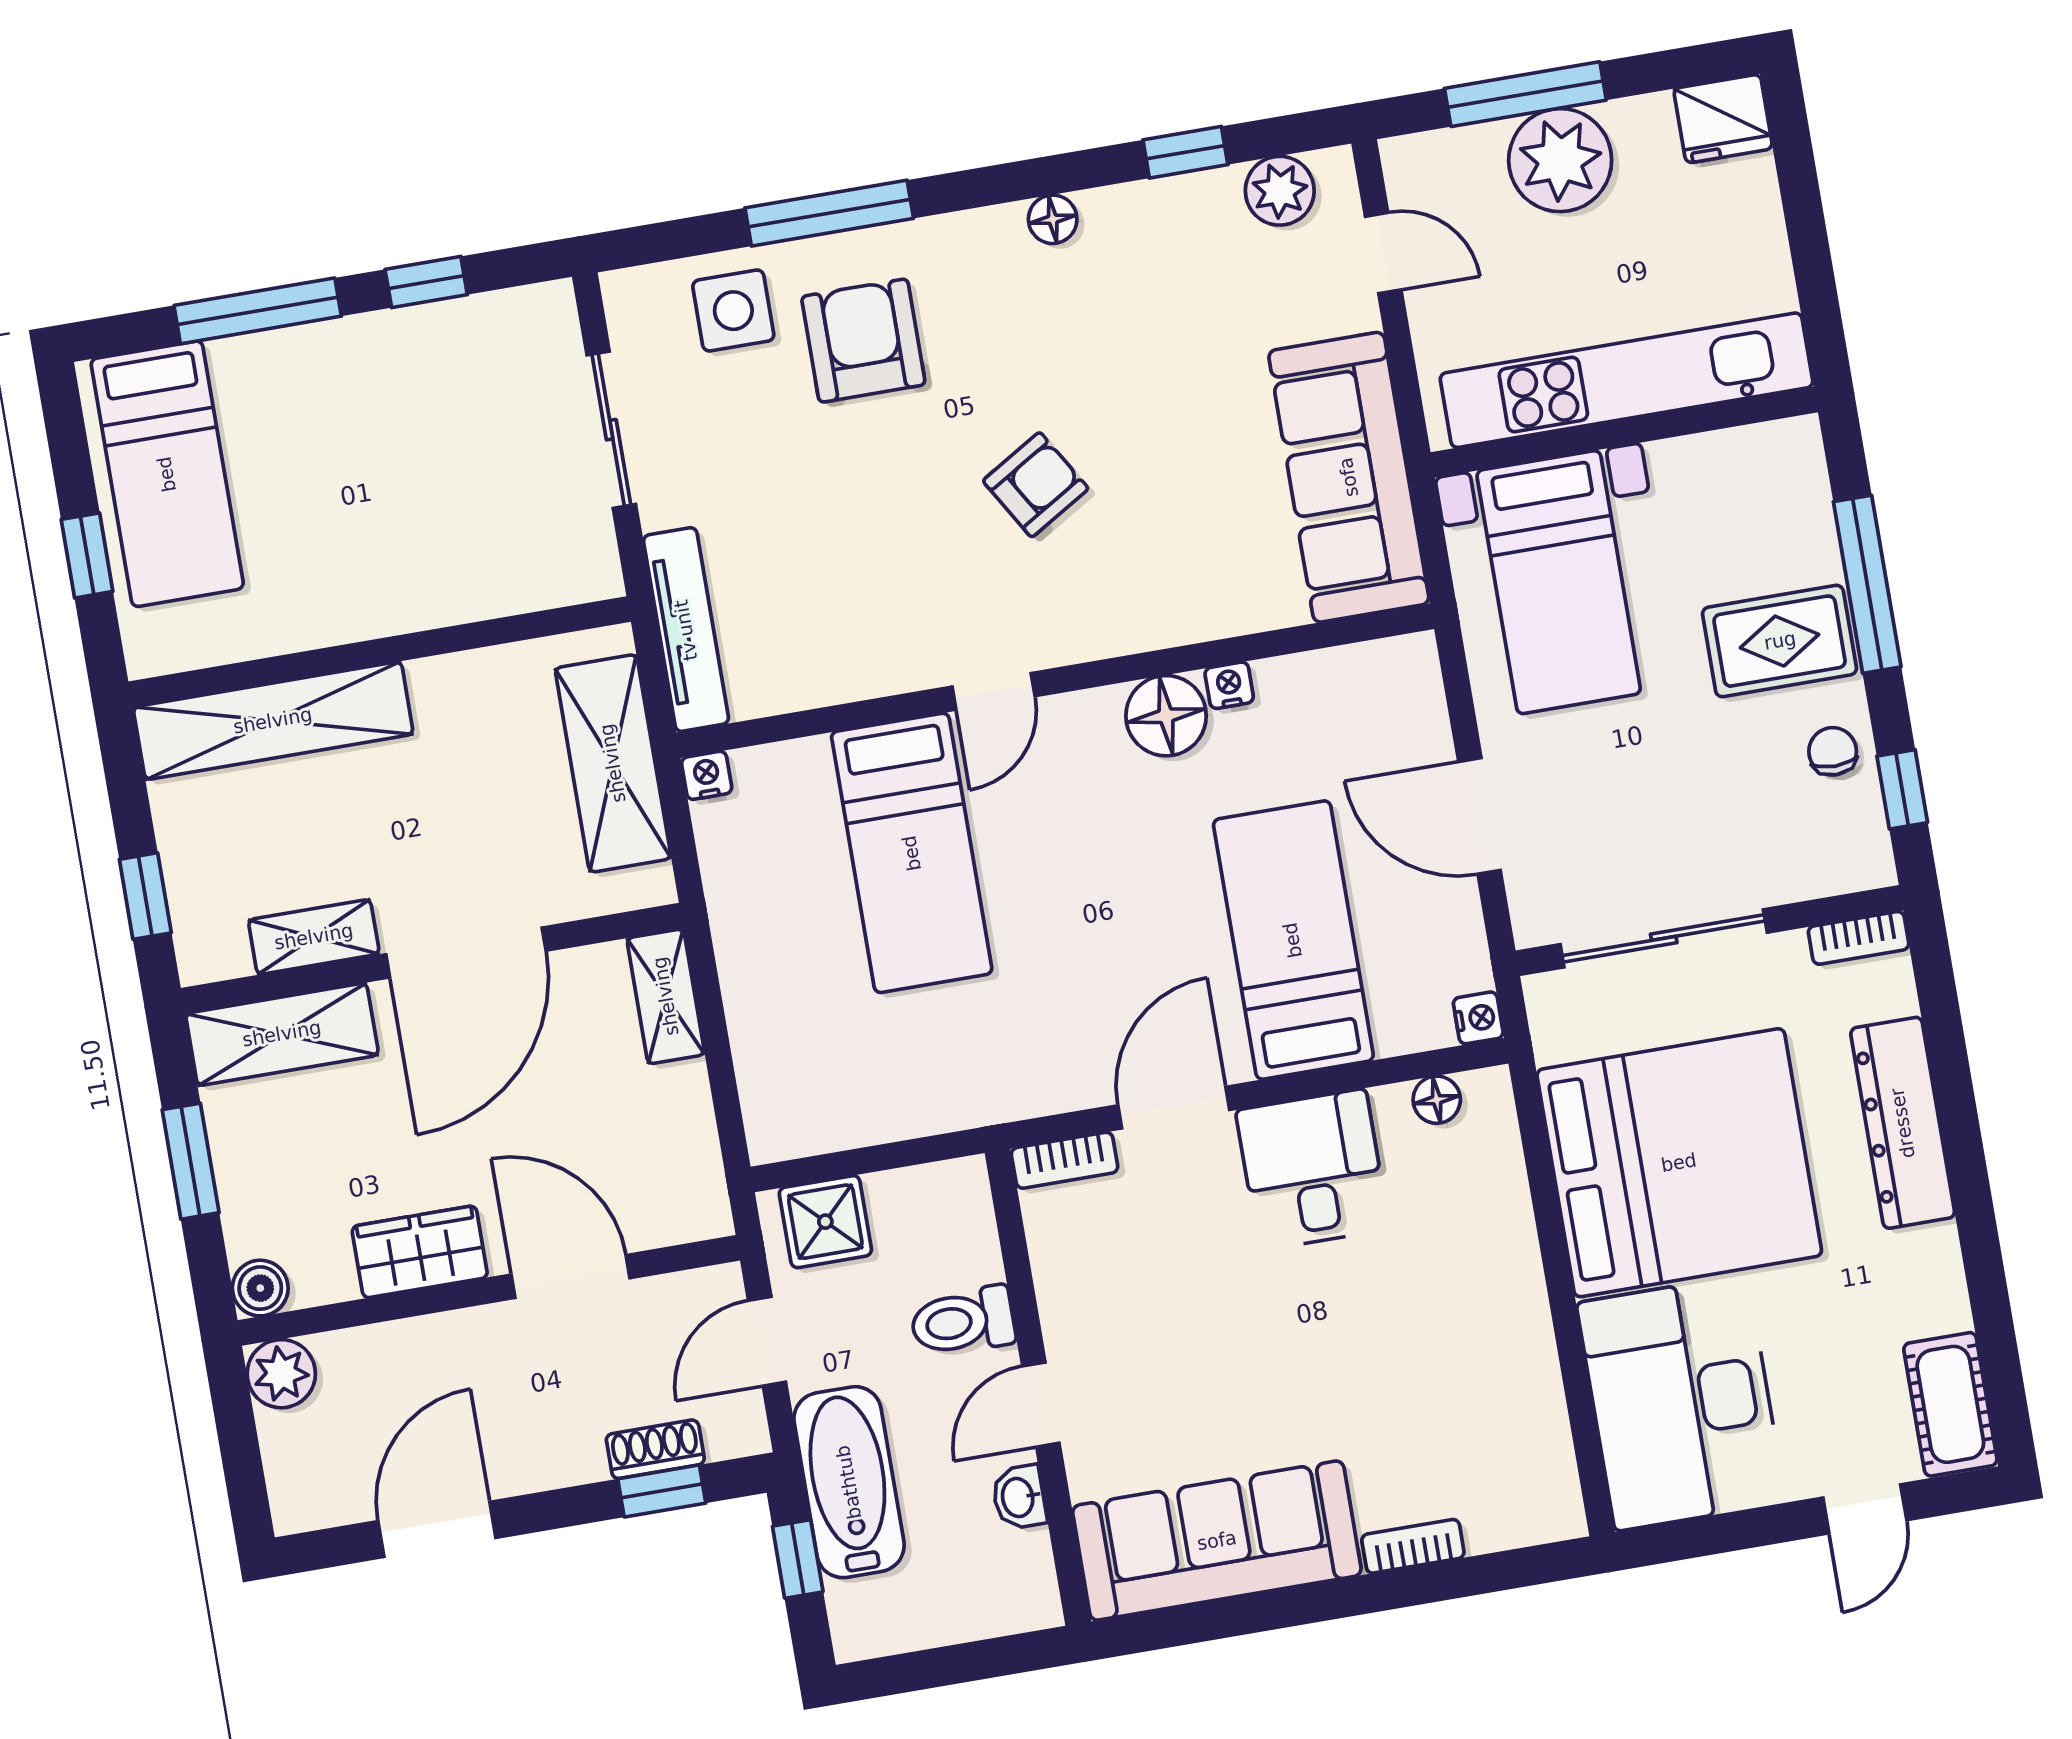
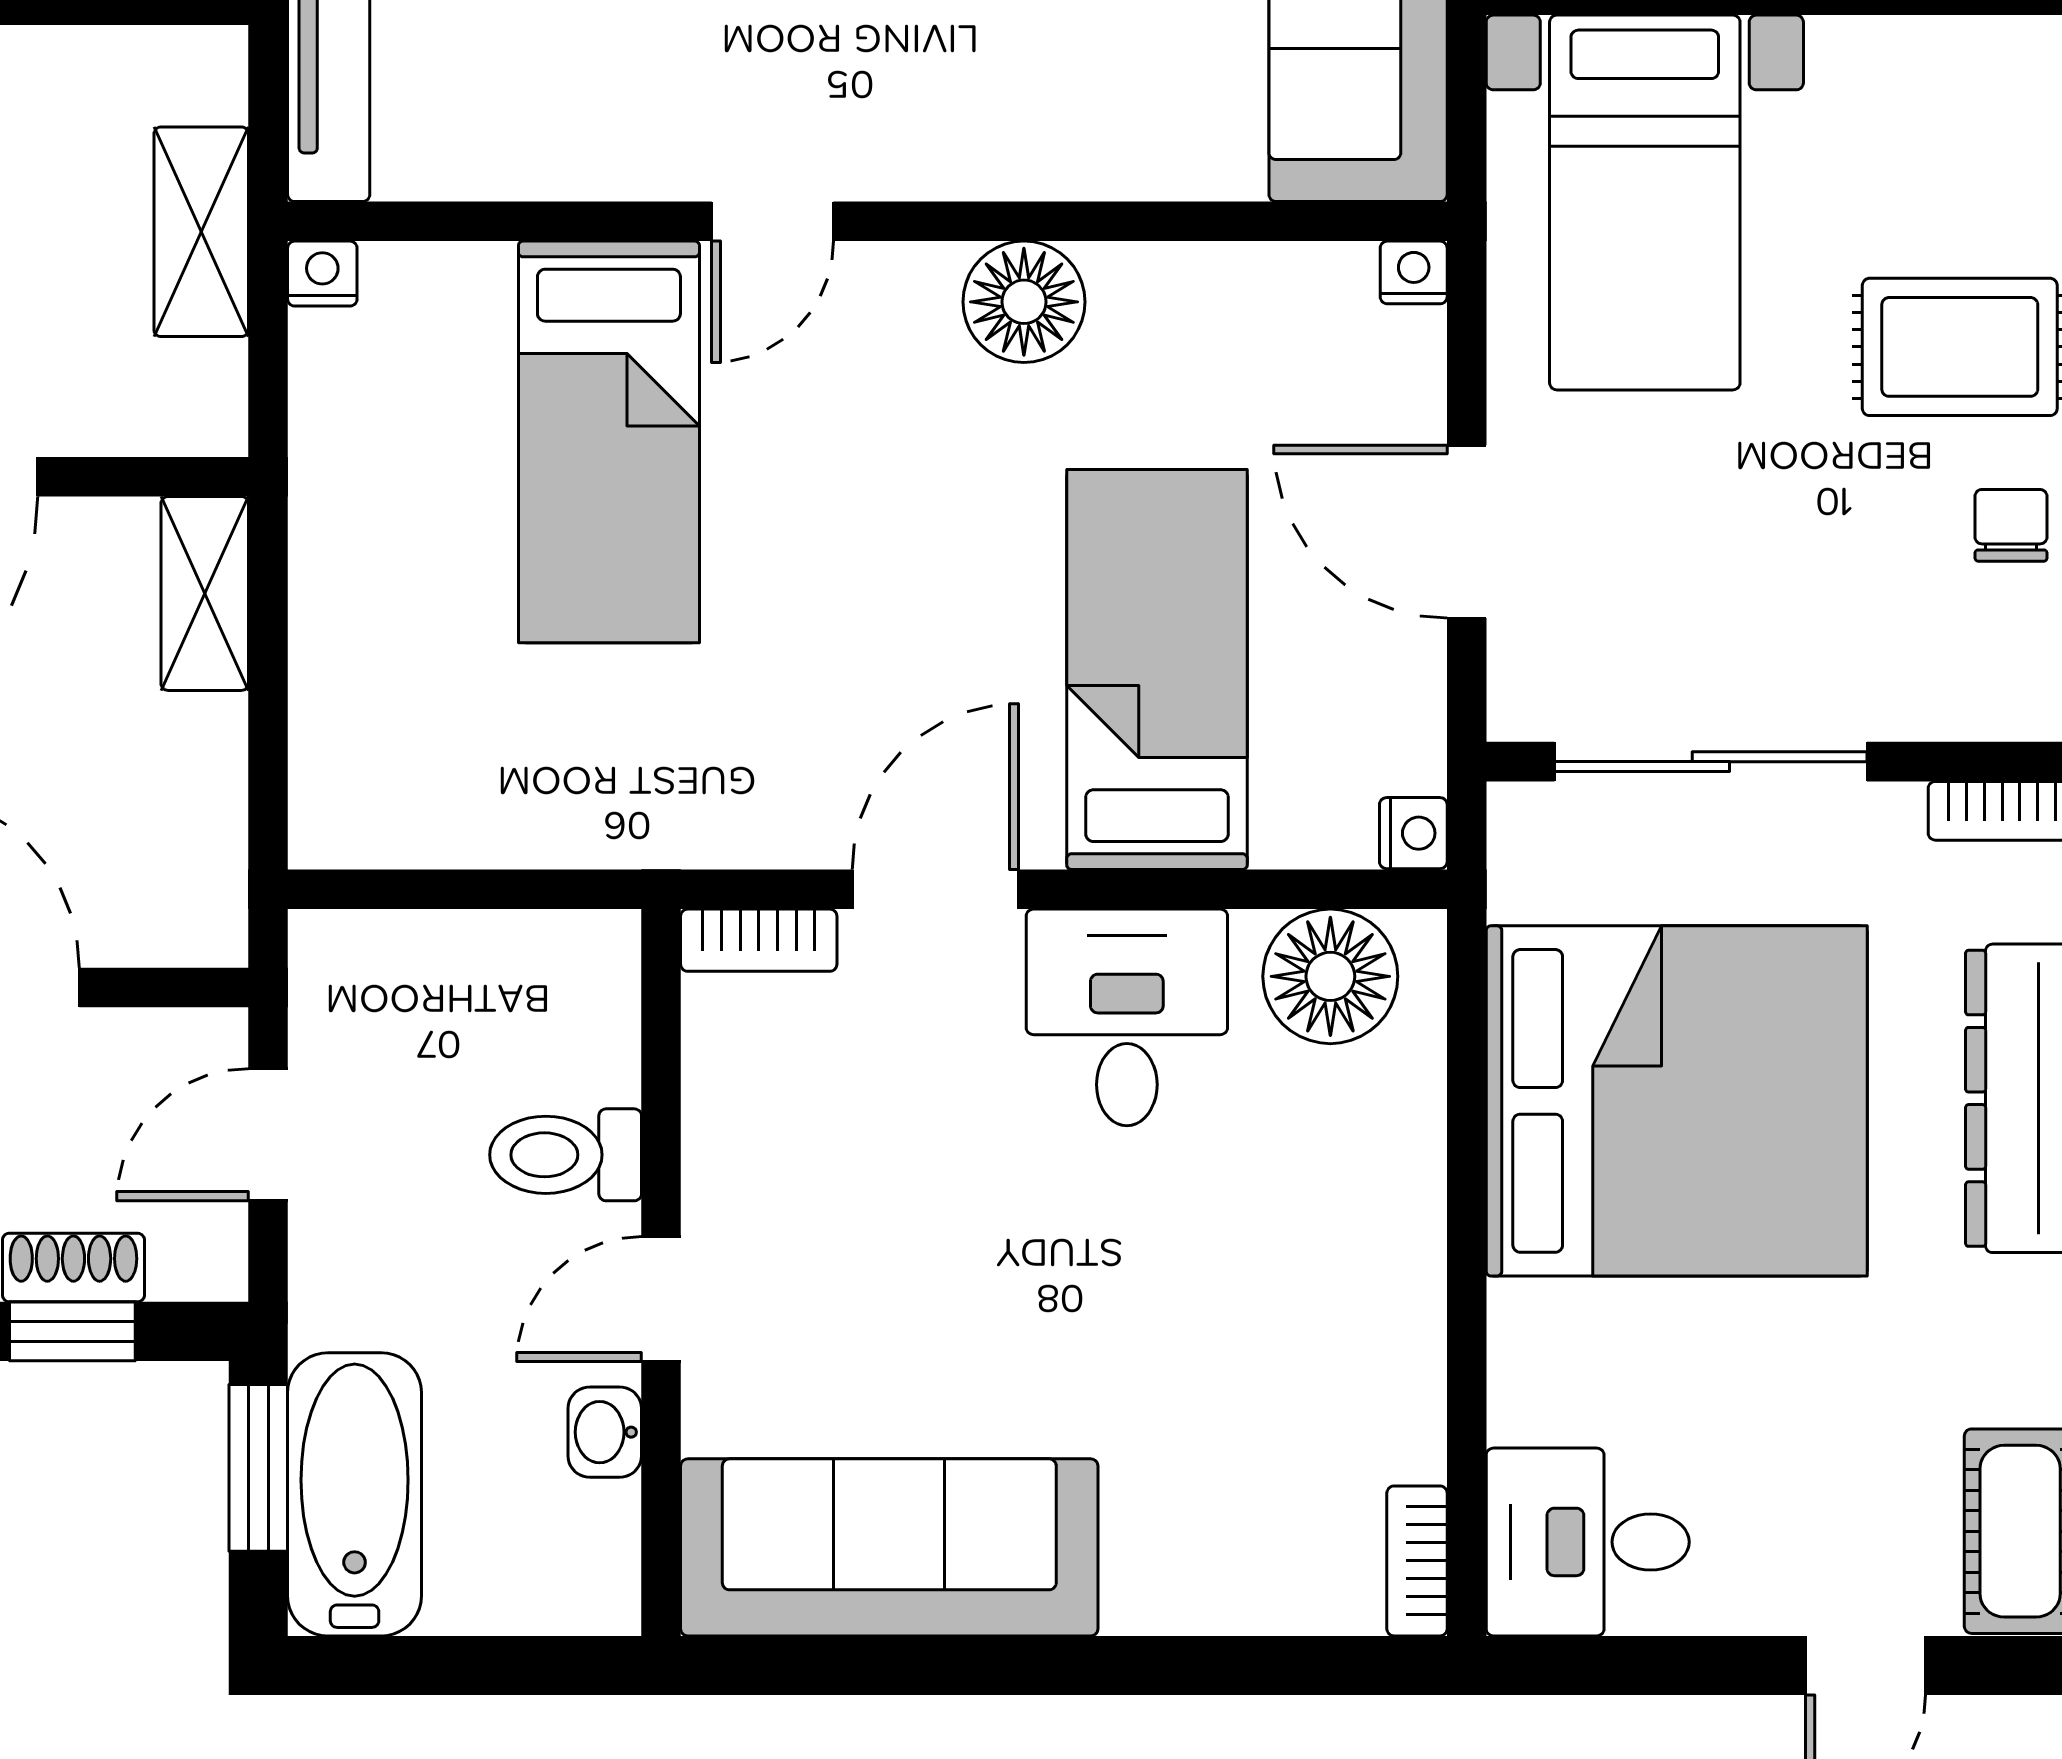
nightstand: (1229, 685) -> (1414, 272), moved
shelving: (613, 763) -> (201, 232), width x0.67, depth x0.75
floor lamp: (1437, 1100) -> (1330, 976), width x1.89, depth x1.89
shower: (825, 1222) -> (386, 971), removed
desk: (1681, 1403) -> (1588, 1542), width x0.53, depth x0.77
bathtub: (849, 1482) -> (355, 1494), moved
bookcase: (1413, 1546) -> (1417, 1561), moved, turned -90
window: (798, 1559) -> (258, 1468), width x1.50

